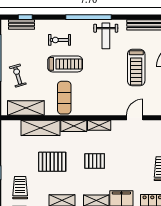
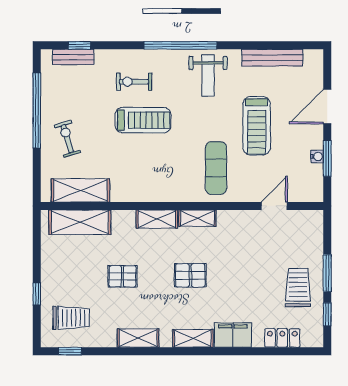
exercise mat: (64, 98) -> (216, 168), moved
door: (135, 118) -> (274, 206), moved
shelving: (41, 128) -> (80, 222), moved
pallet: (52, 162) -> (122, 276), width x0.67, depth x0.71
trolley: (20, 188) -> (71, 318), turned 90

